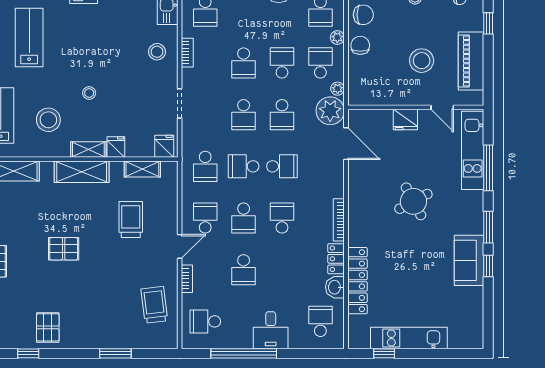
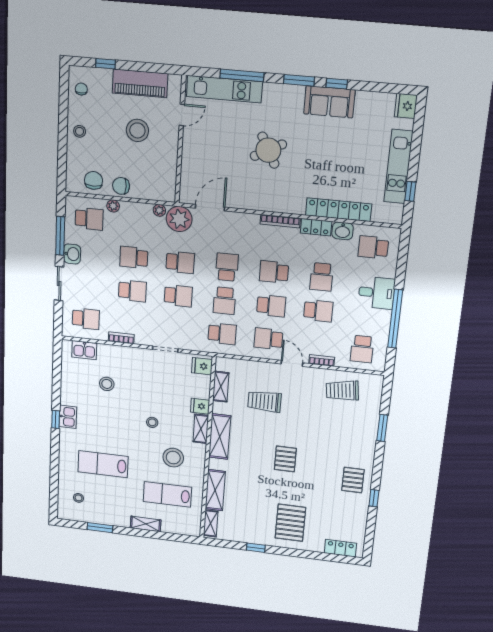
stool: (157, 52) -> (107, 384), moved
school desk: (320, 63) -> (322, 277), moved, turned -90
fridge: (405, 119) -> (406, 106), moved, turned 180
pallet: (48, 327) -> (353, 480), turned 90

